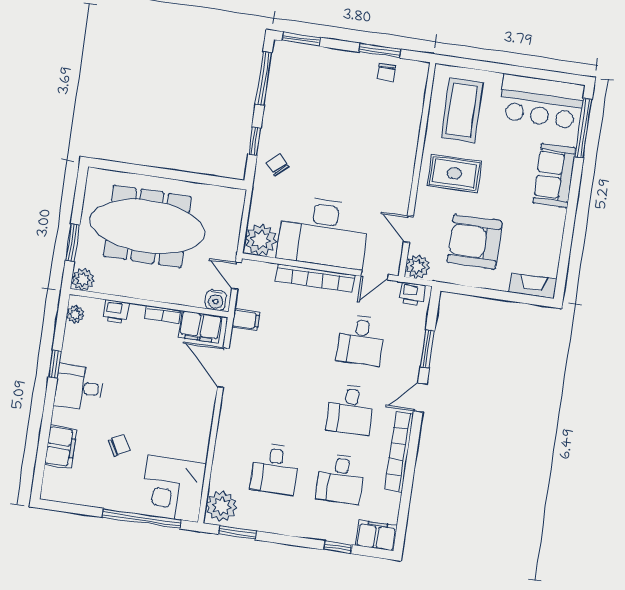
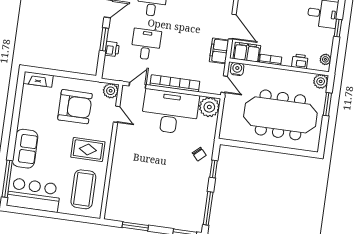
chair: (386, 72) -> (131, 213), removed
printer: (412, 294) -> (112, 49), moved, turned 90
filing cabinet: (246, 319) -> (219, 51), width x2.00

